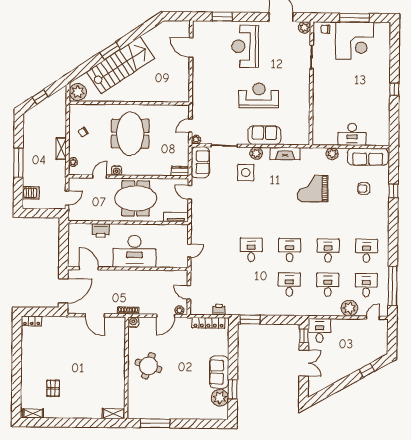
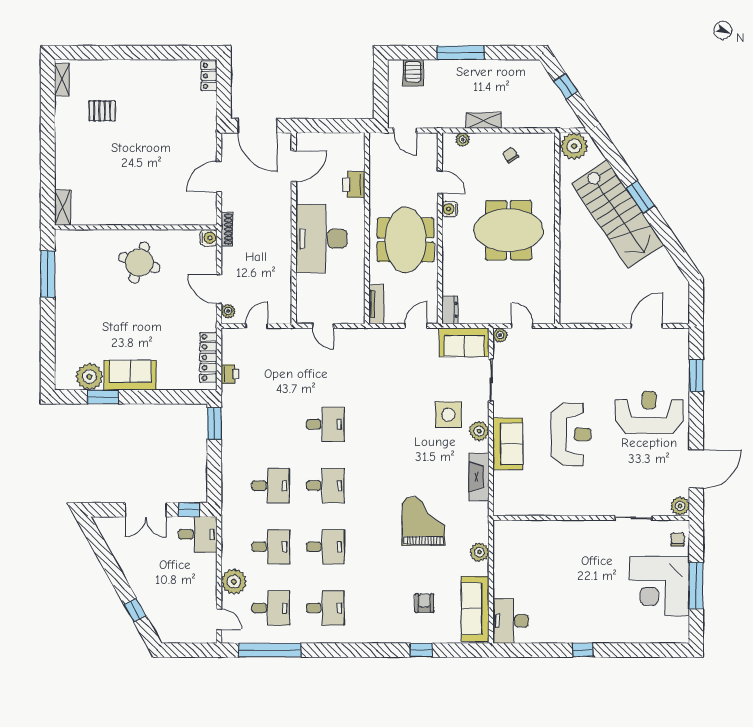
desk: (352, 134) -> (511, 621), moved

